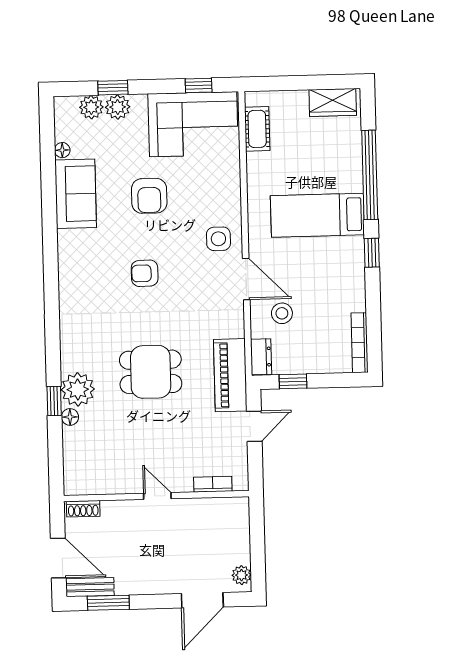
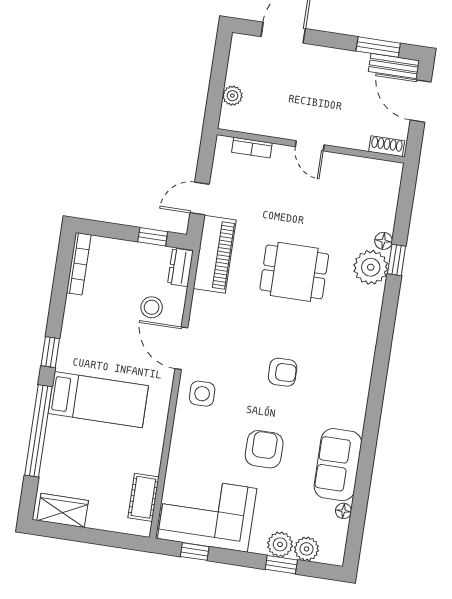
plant: (242, 575) -> (232, 96), moved

